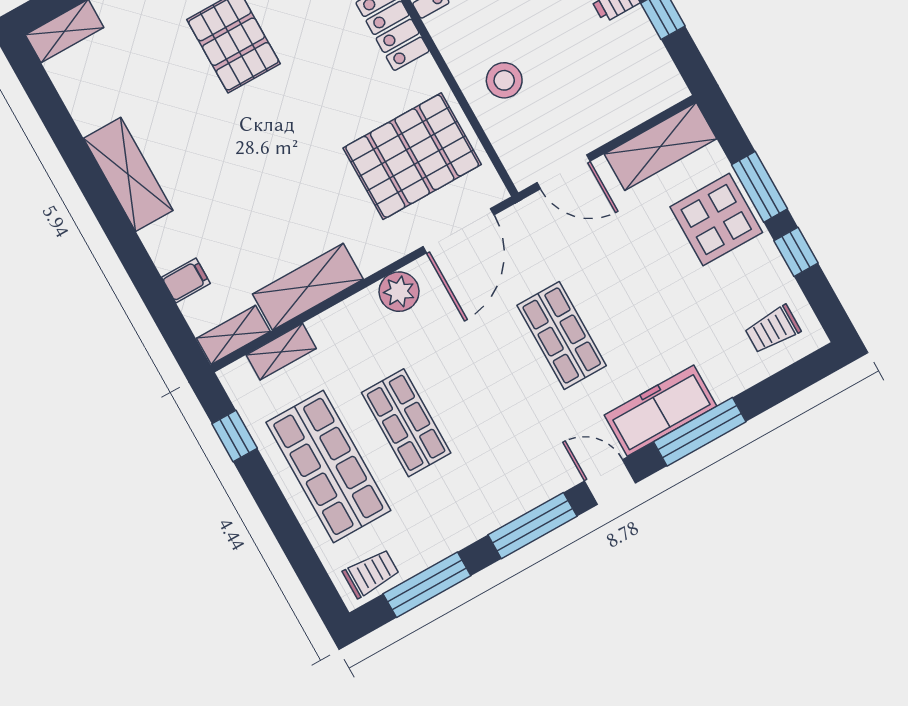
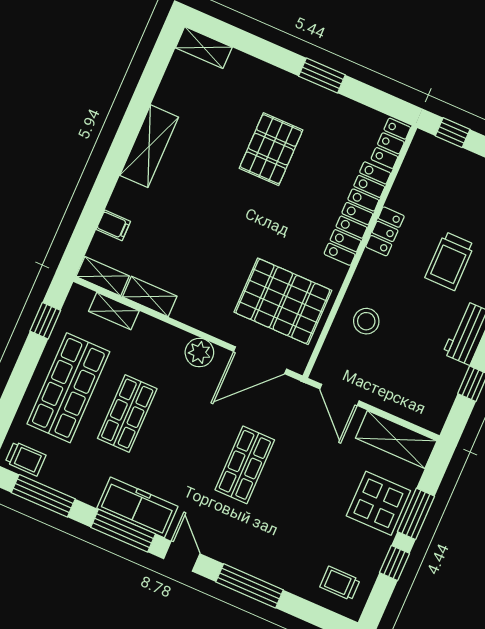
shelving: (308, 287) -> (150, 297), width x0.67, depth x0.75
freezer: (660, 411) -> (137, 507), moved

